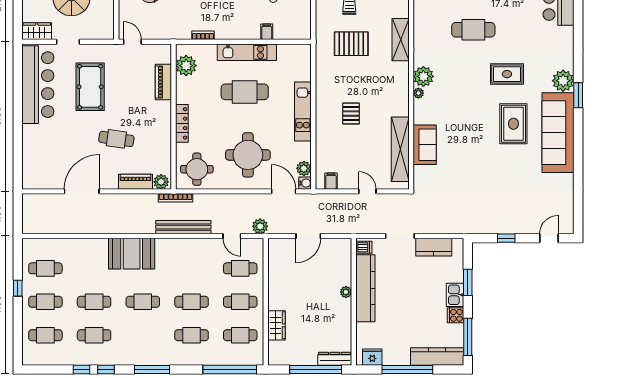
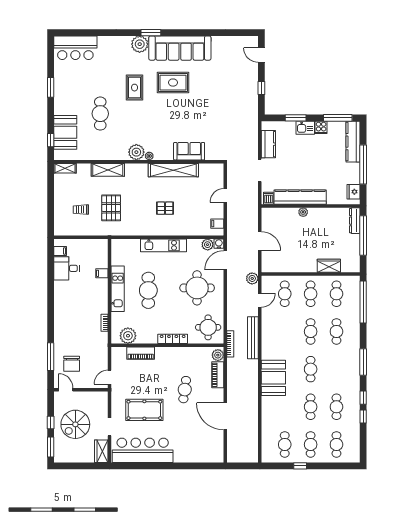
shelving: (400, 149) -> (173, 170), moved

